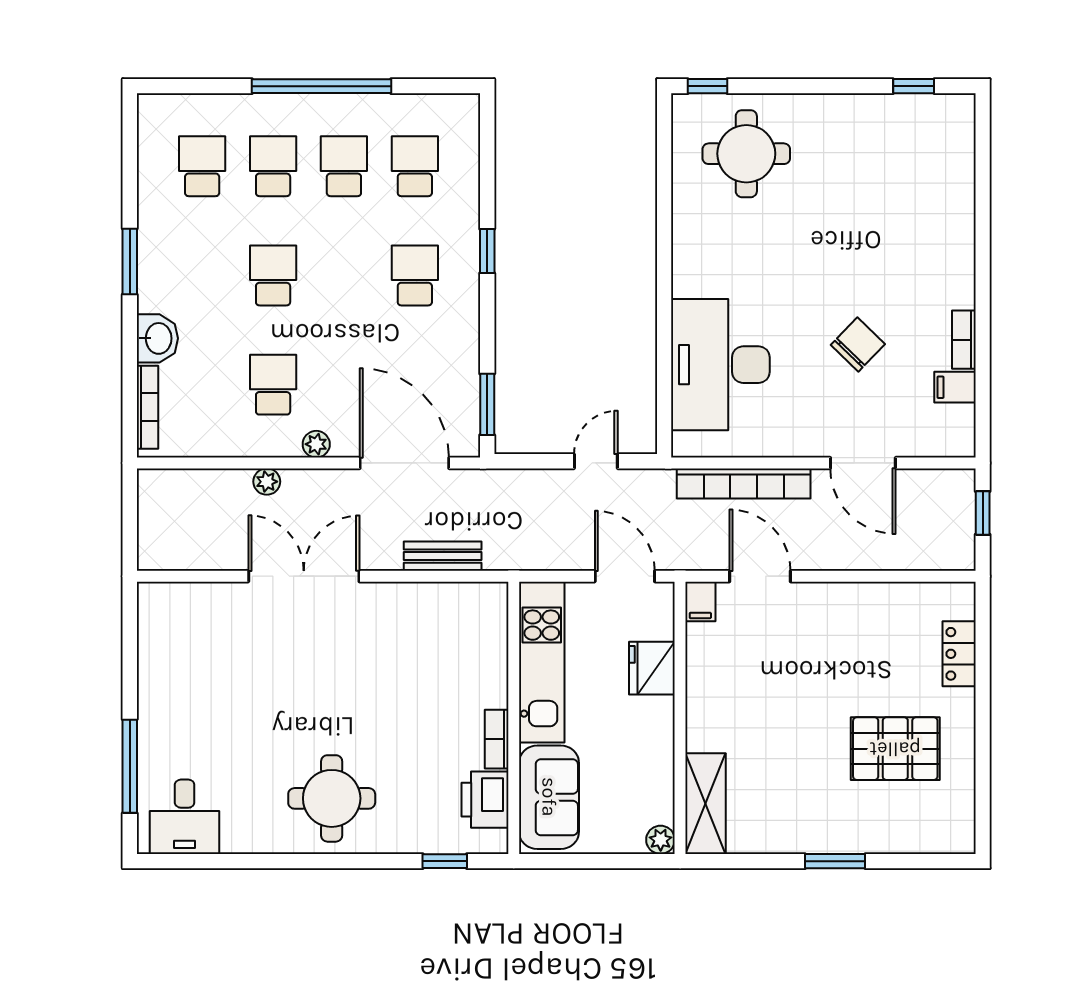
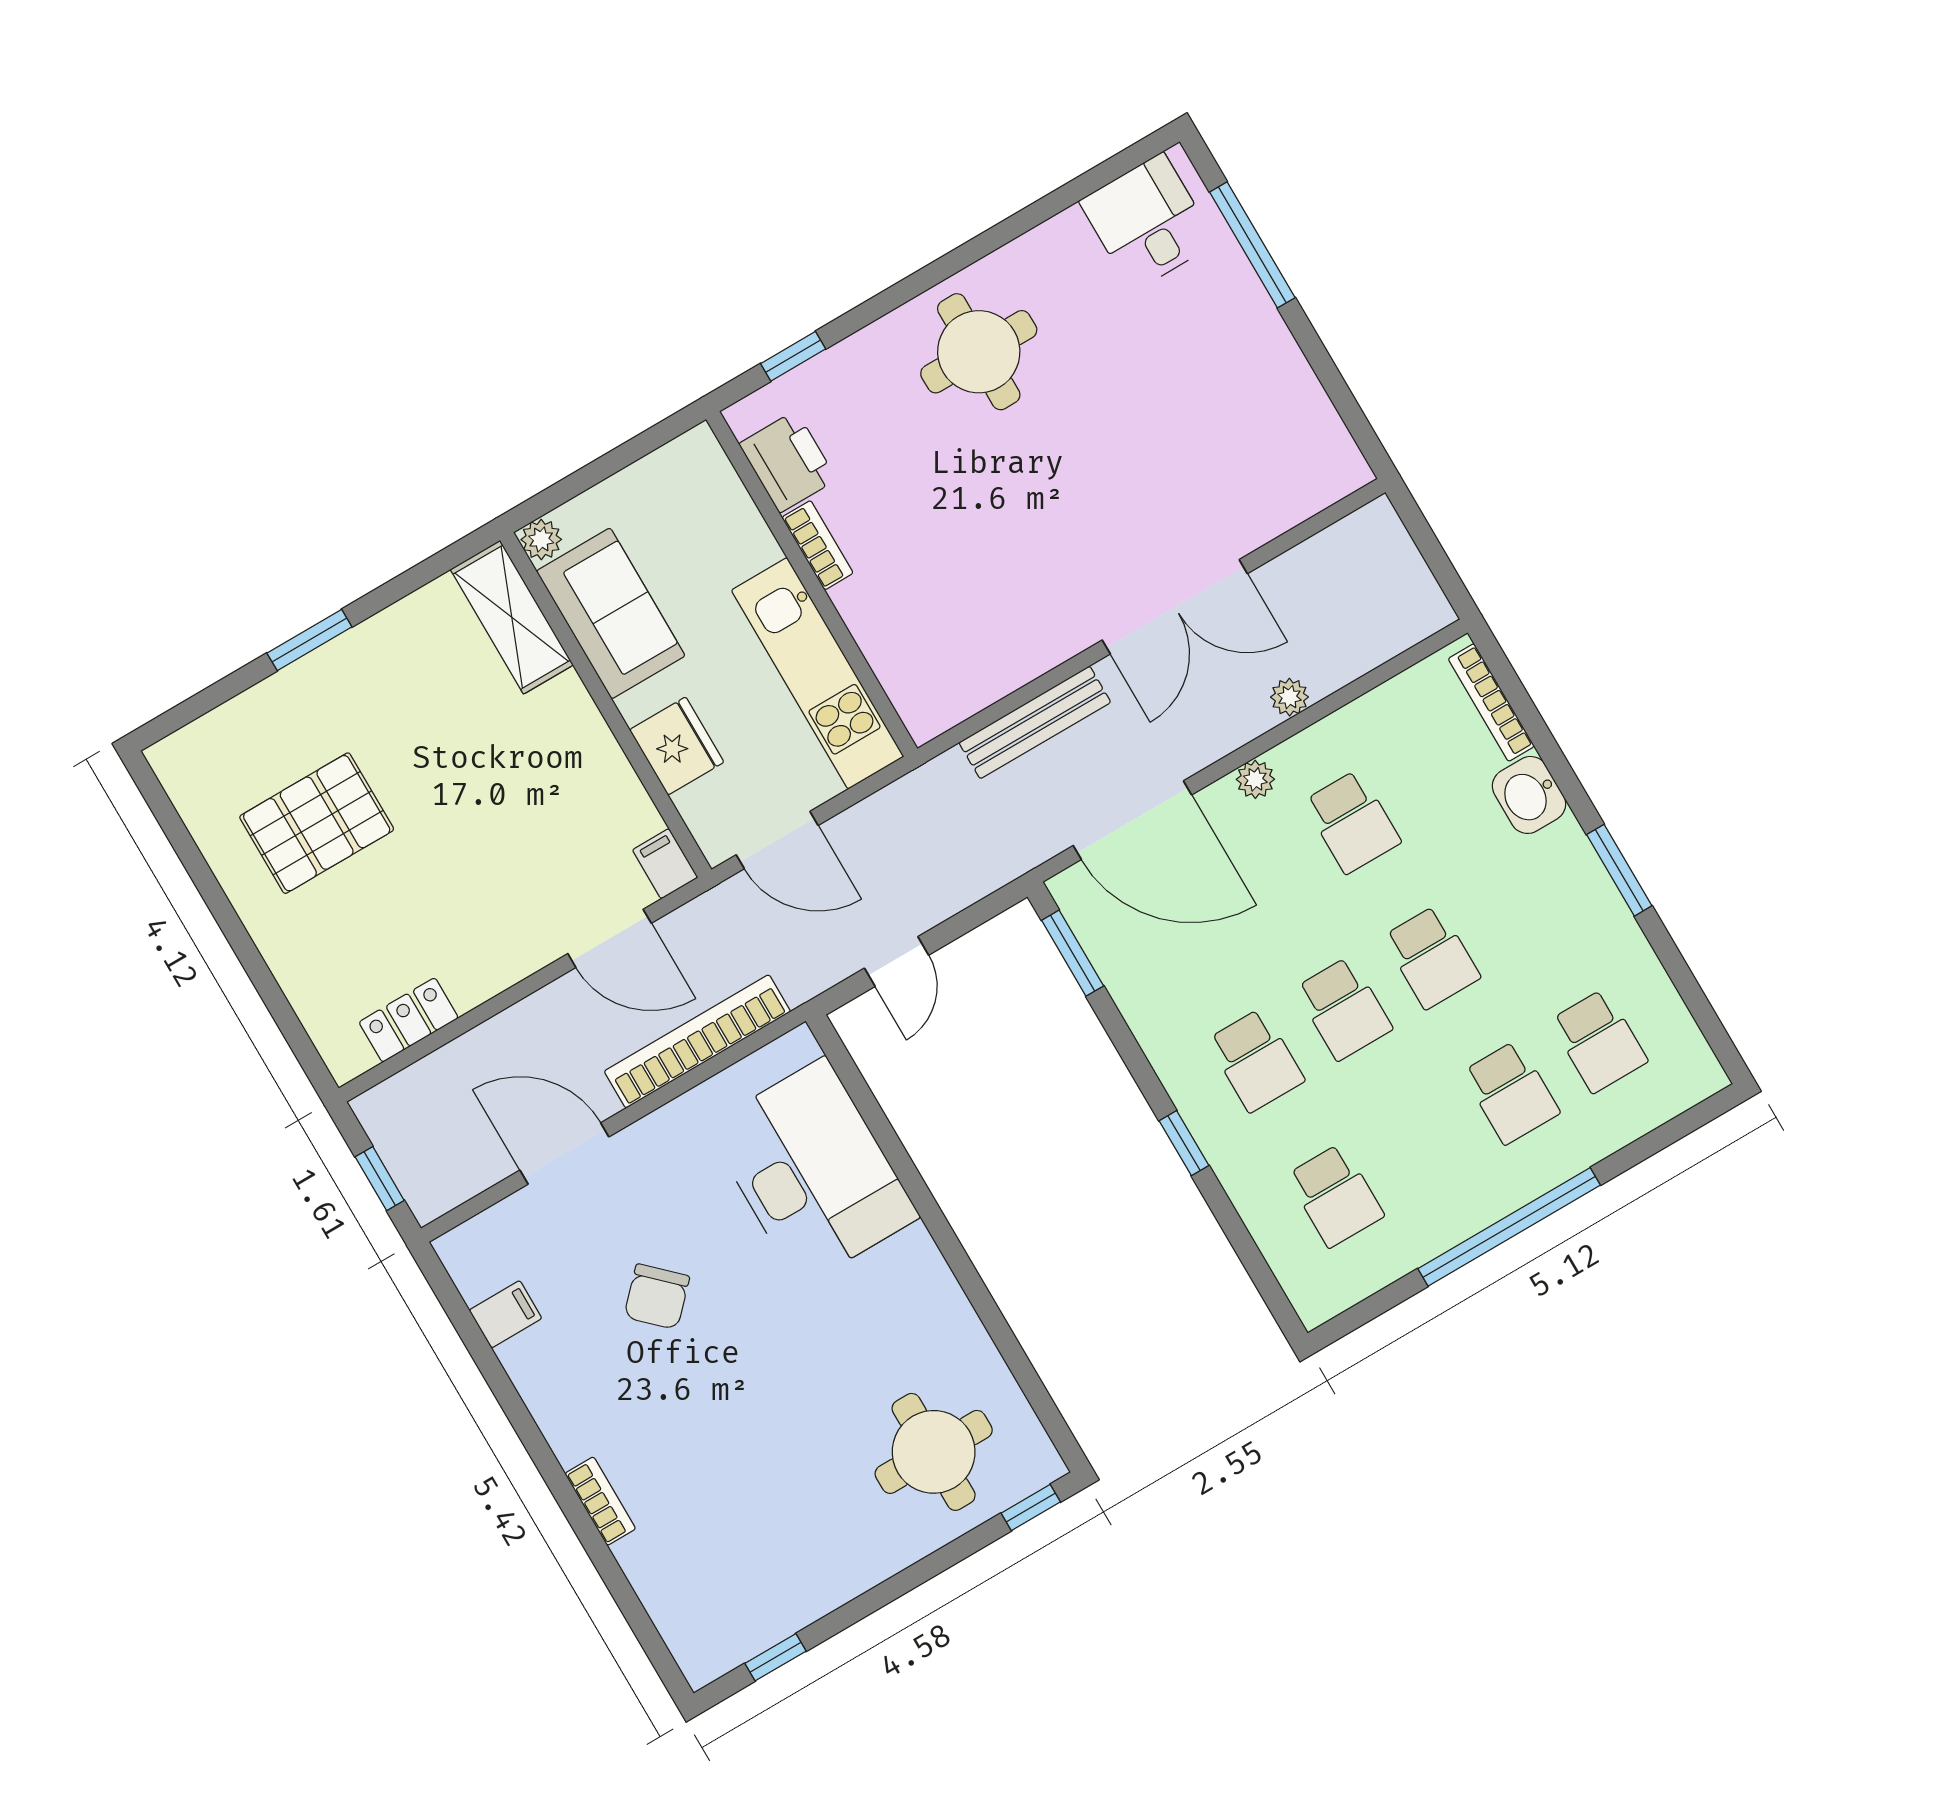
school desk: (344, 166) -> (1344, 1009), moved
bookcase: (964, 340) -> (600, 1501), moved
bench: (443, 556) -> (1035, 722), width x1.36
locker: (959, 654) -> (409, 1020), moved, turned -90
sofa: (549, 797) -> (611, 613), moved, turned 180

